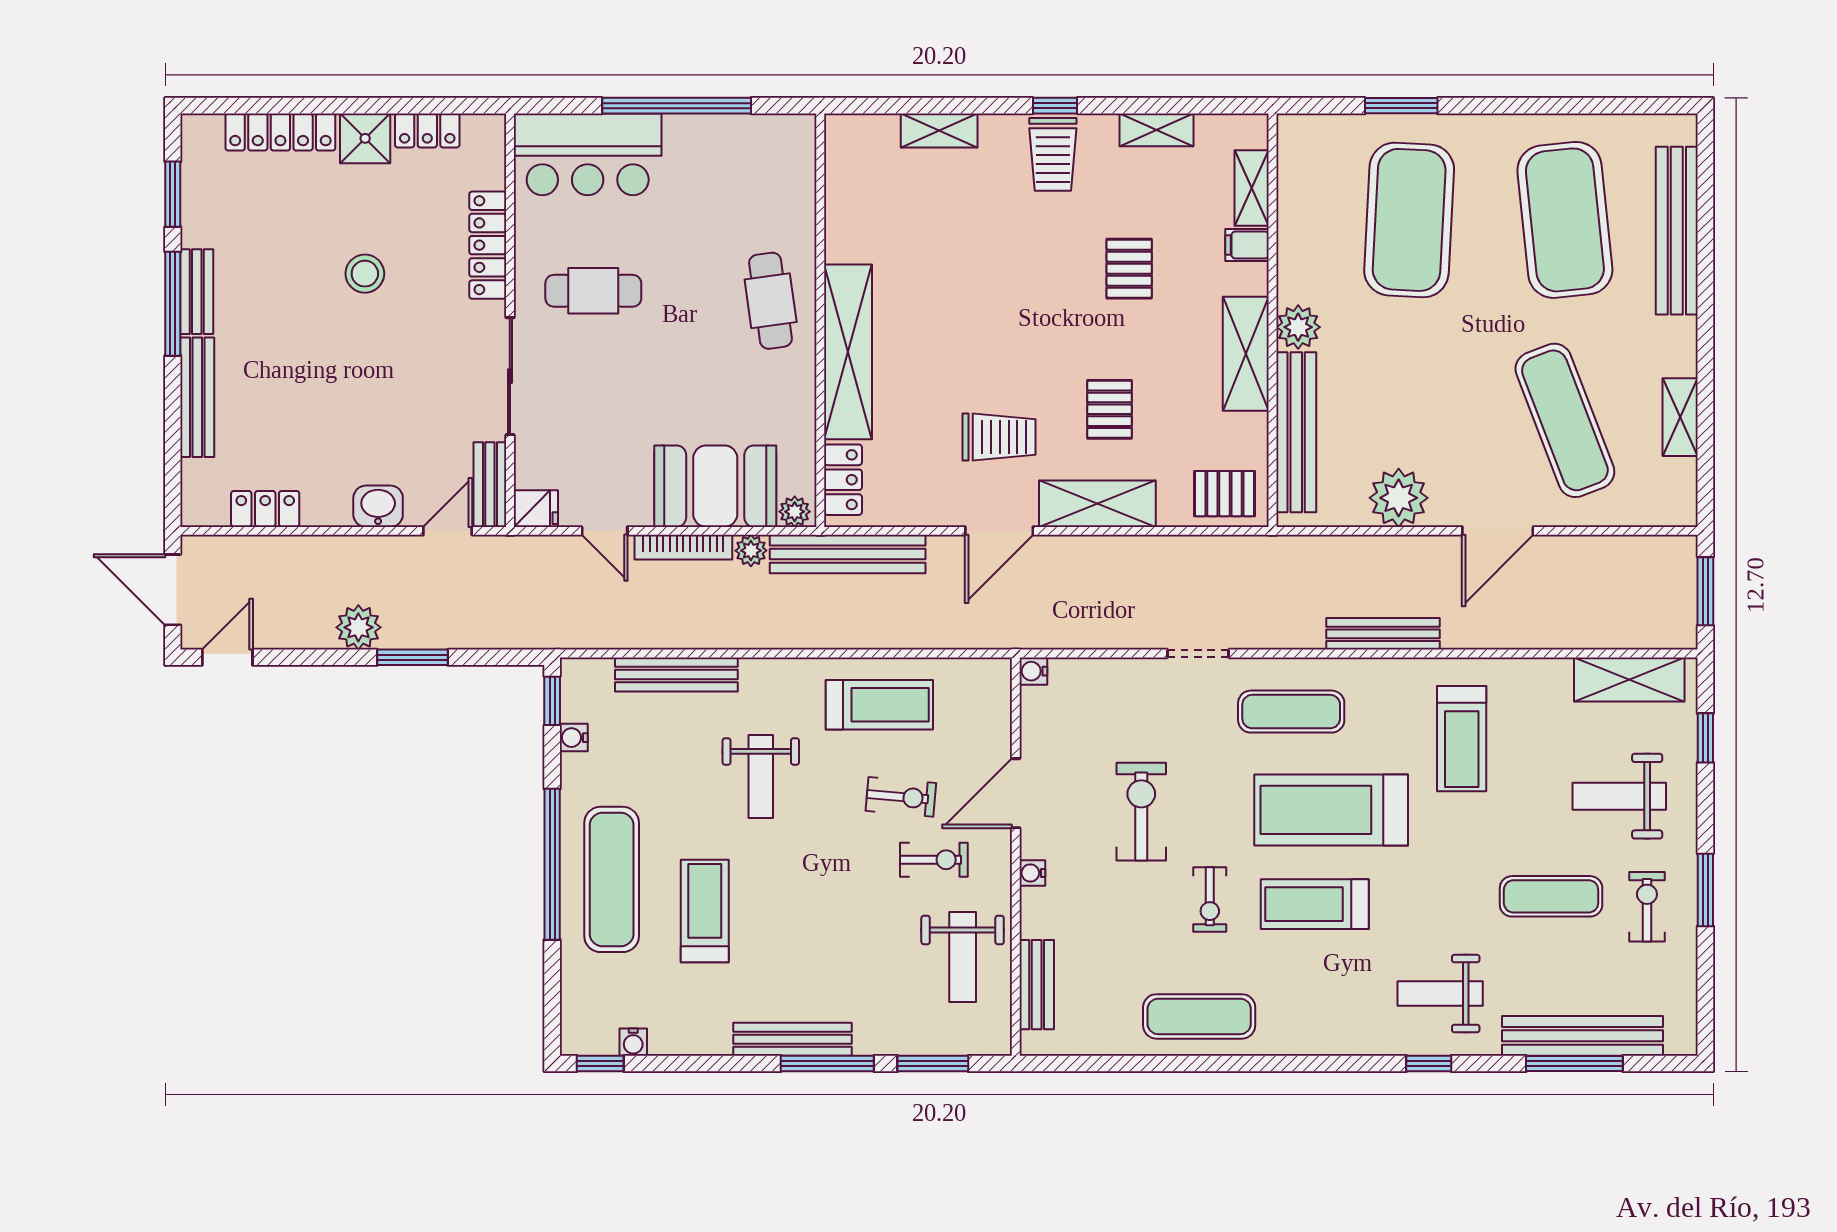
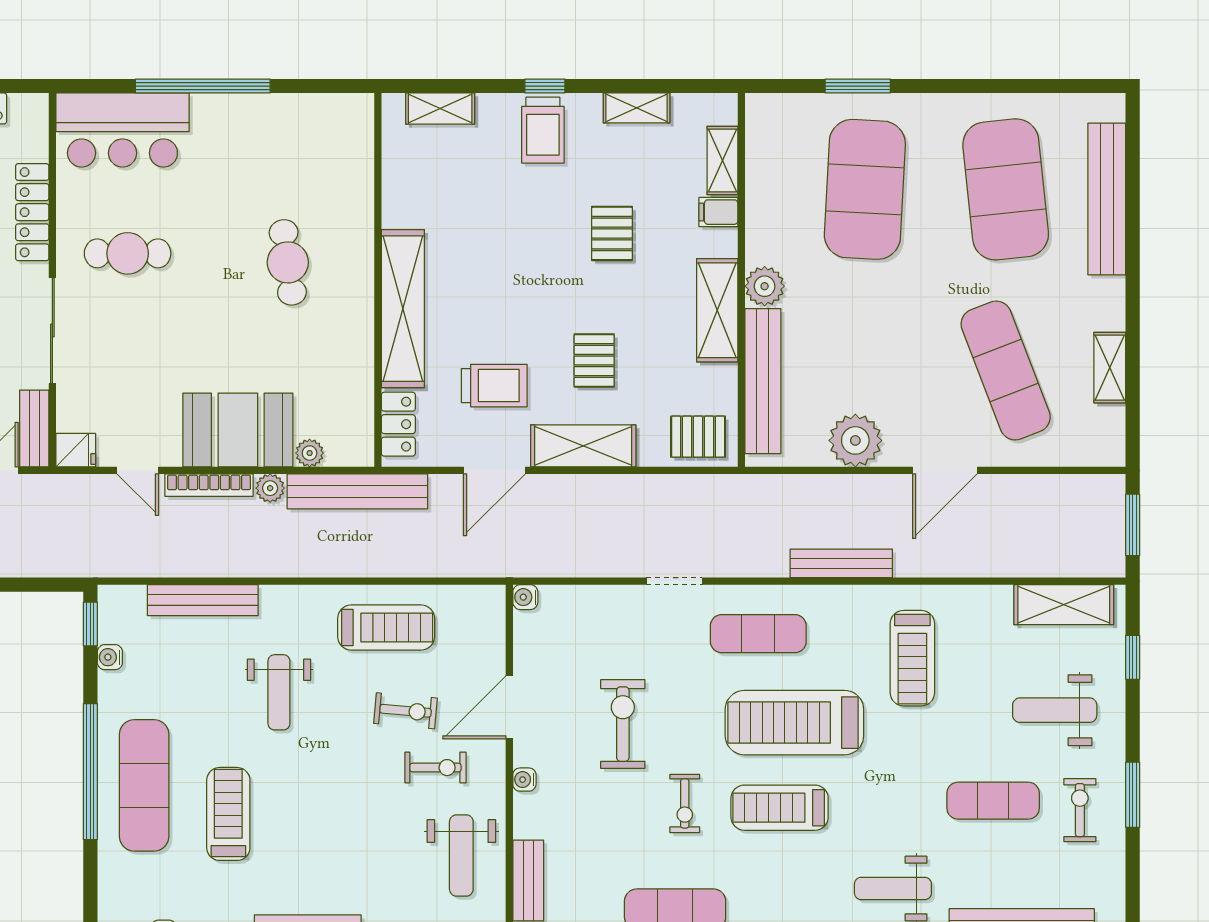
wall: (820, 320) -> (378, 280), moved
shelving: (848, 352) -> (403, 309), moved
locker: (843, 480) -> (398, 424), moved

